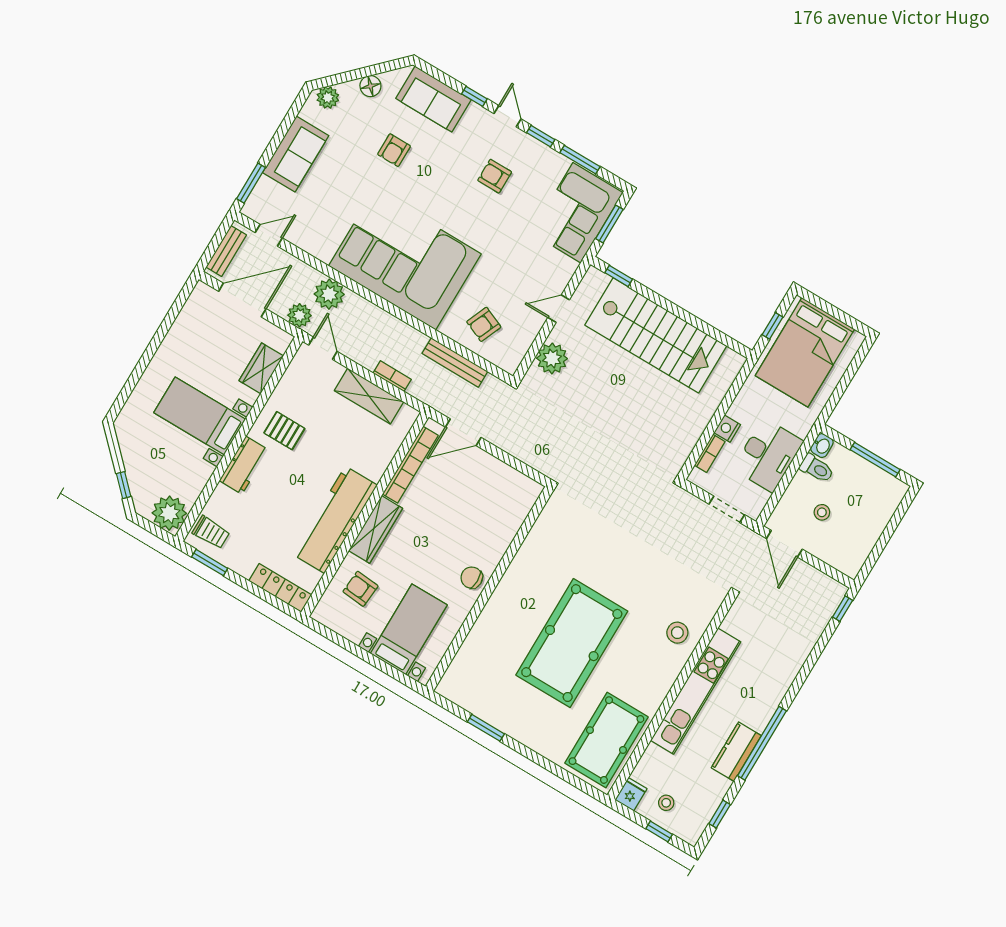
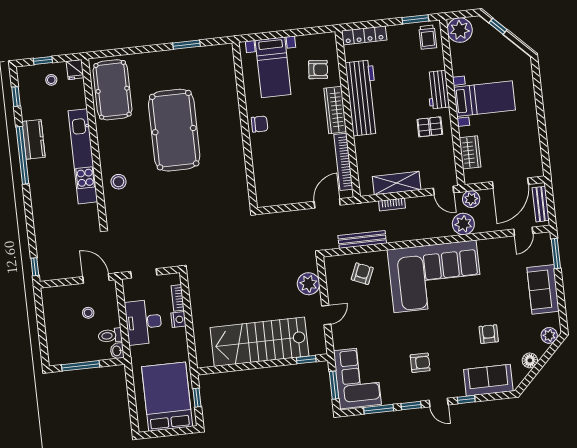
trolley: (211, 532) -> (428, 37), turned -90

